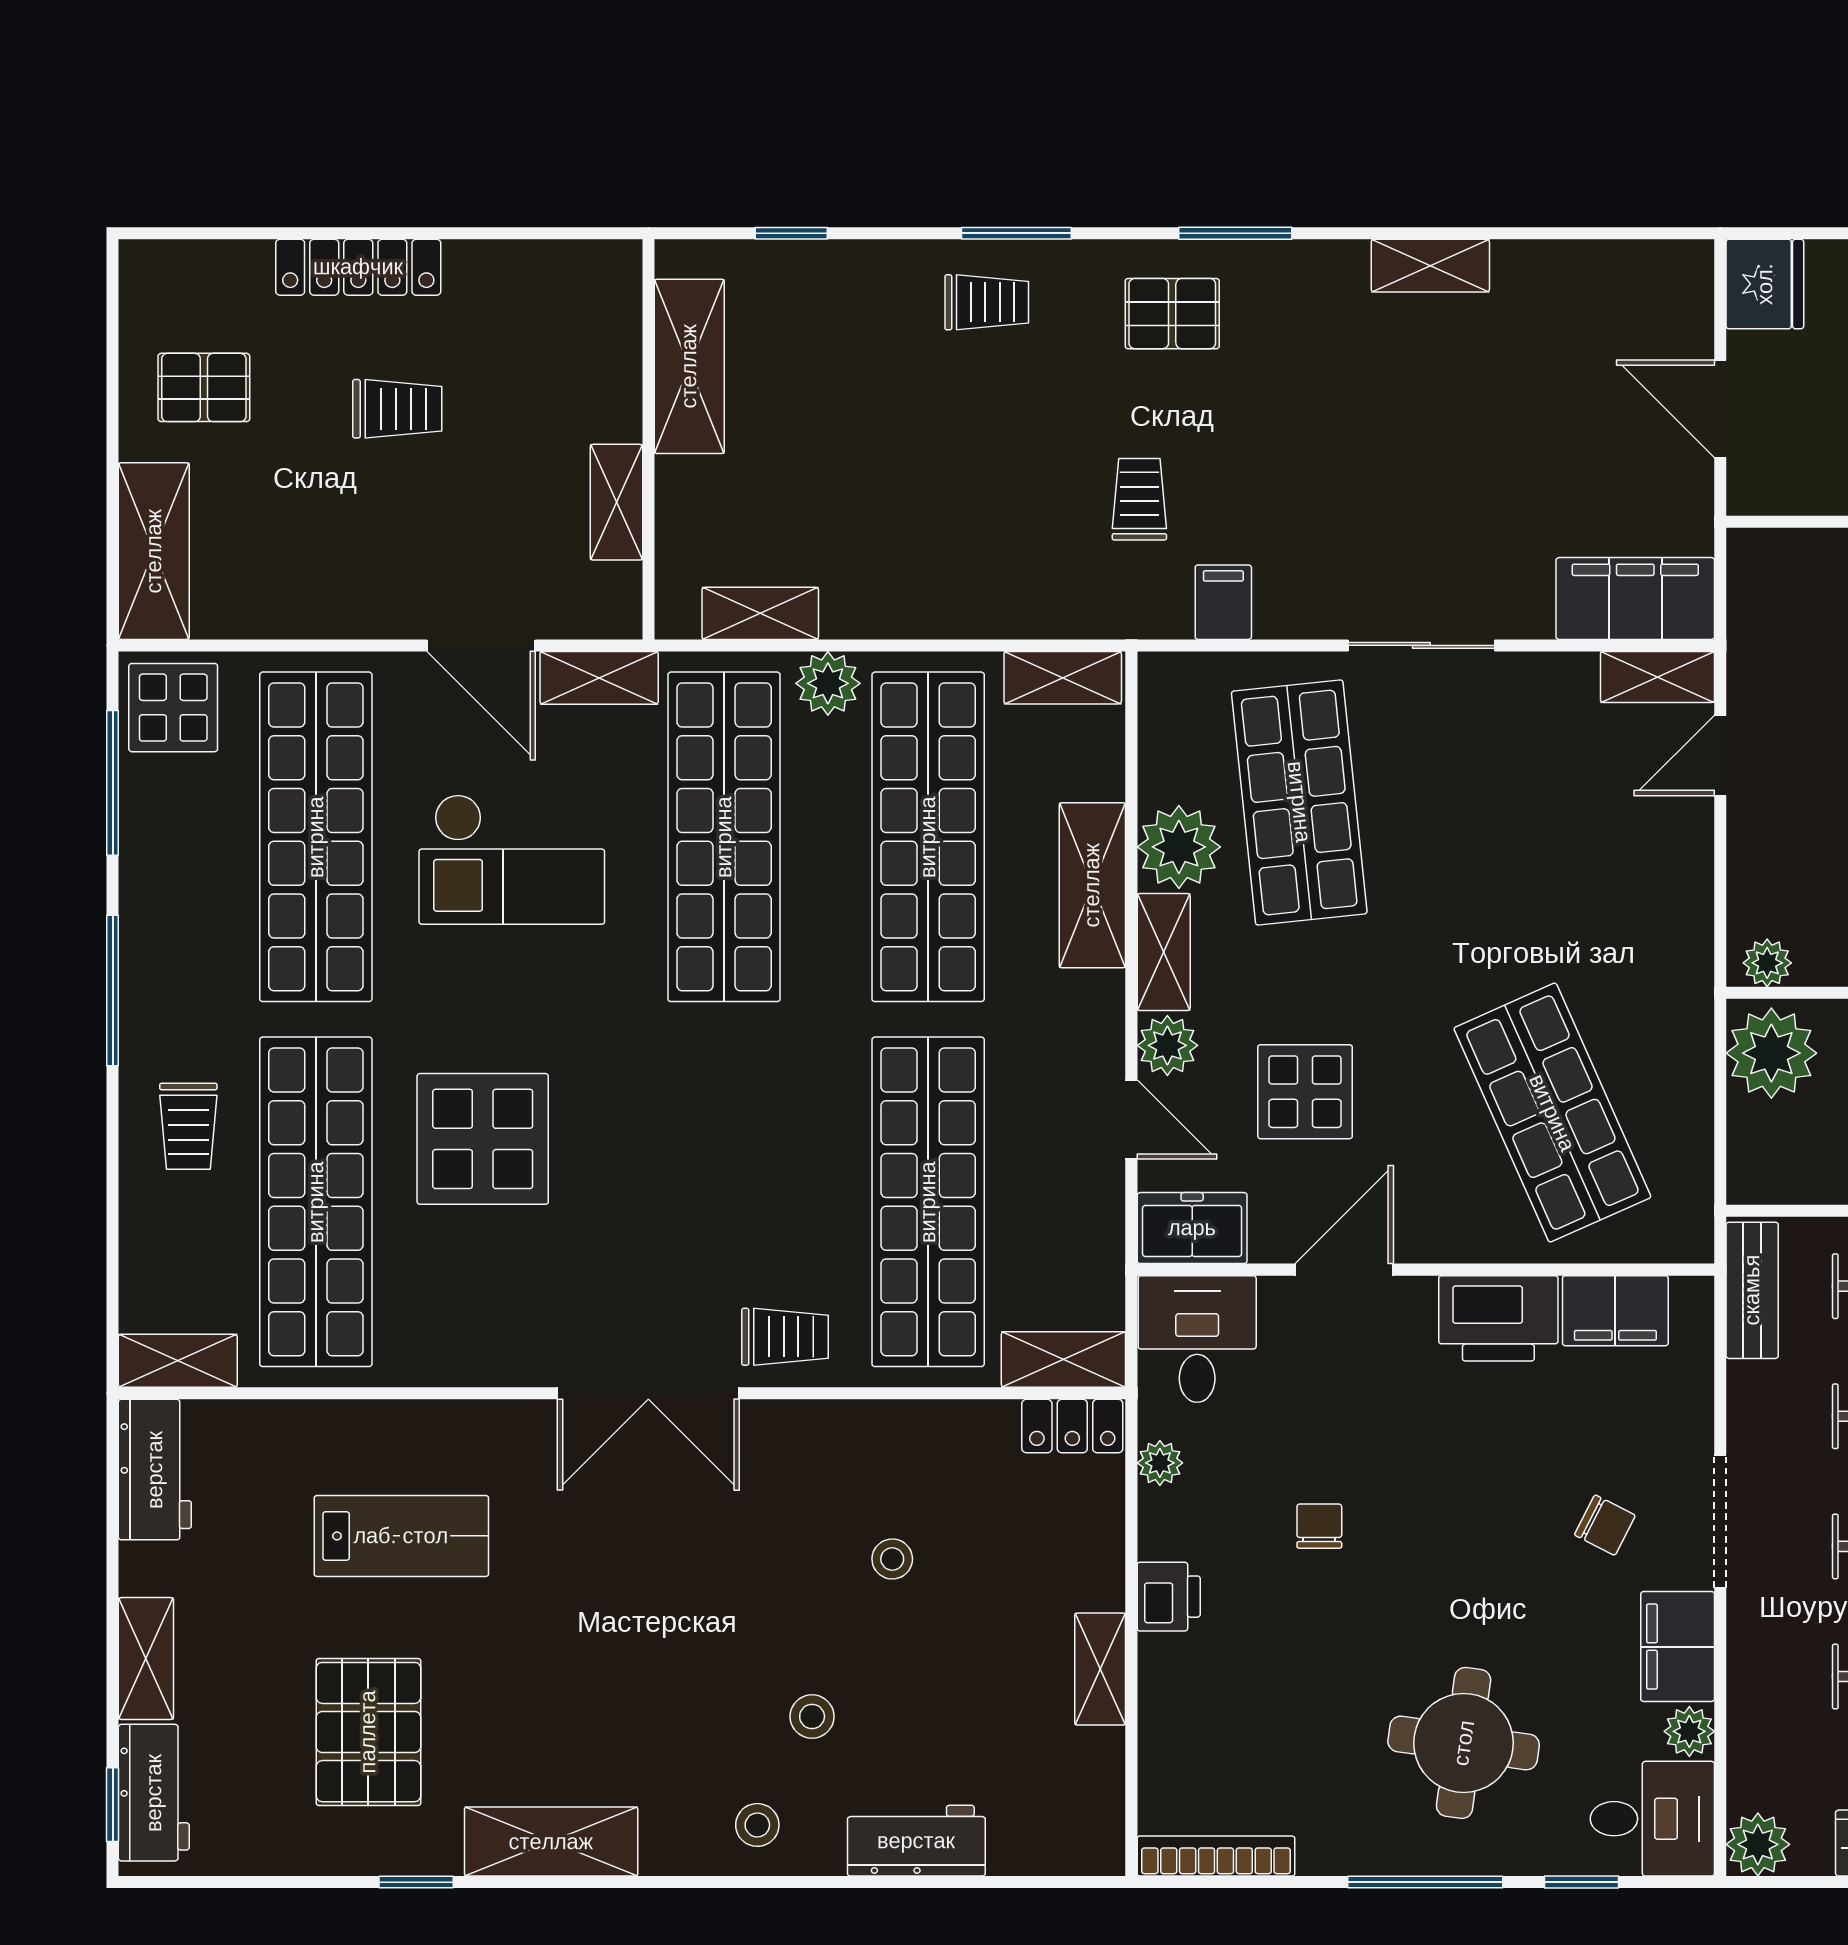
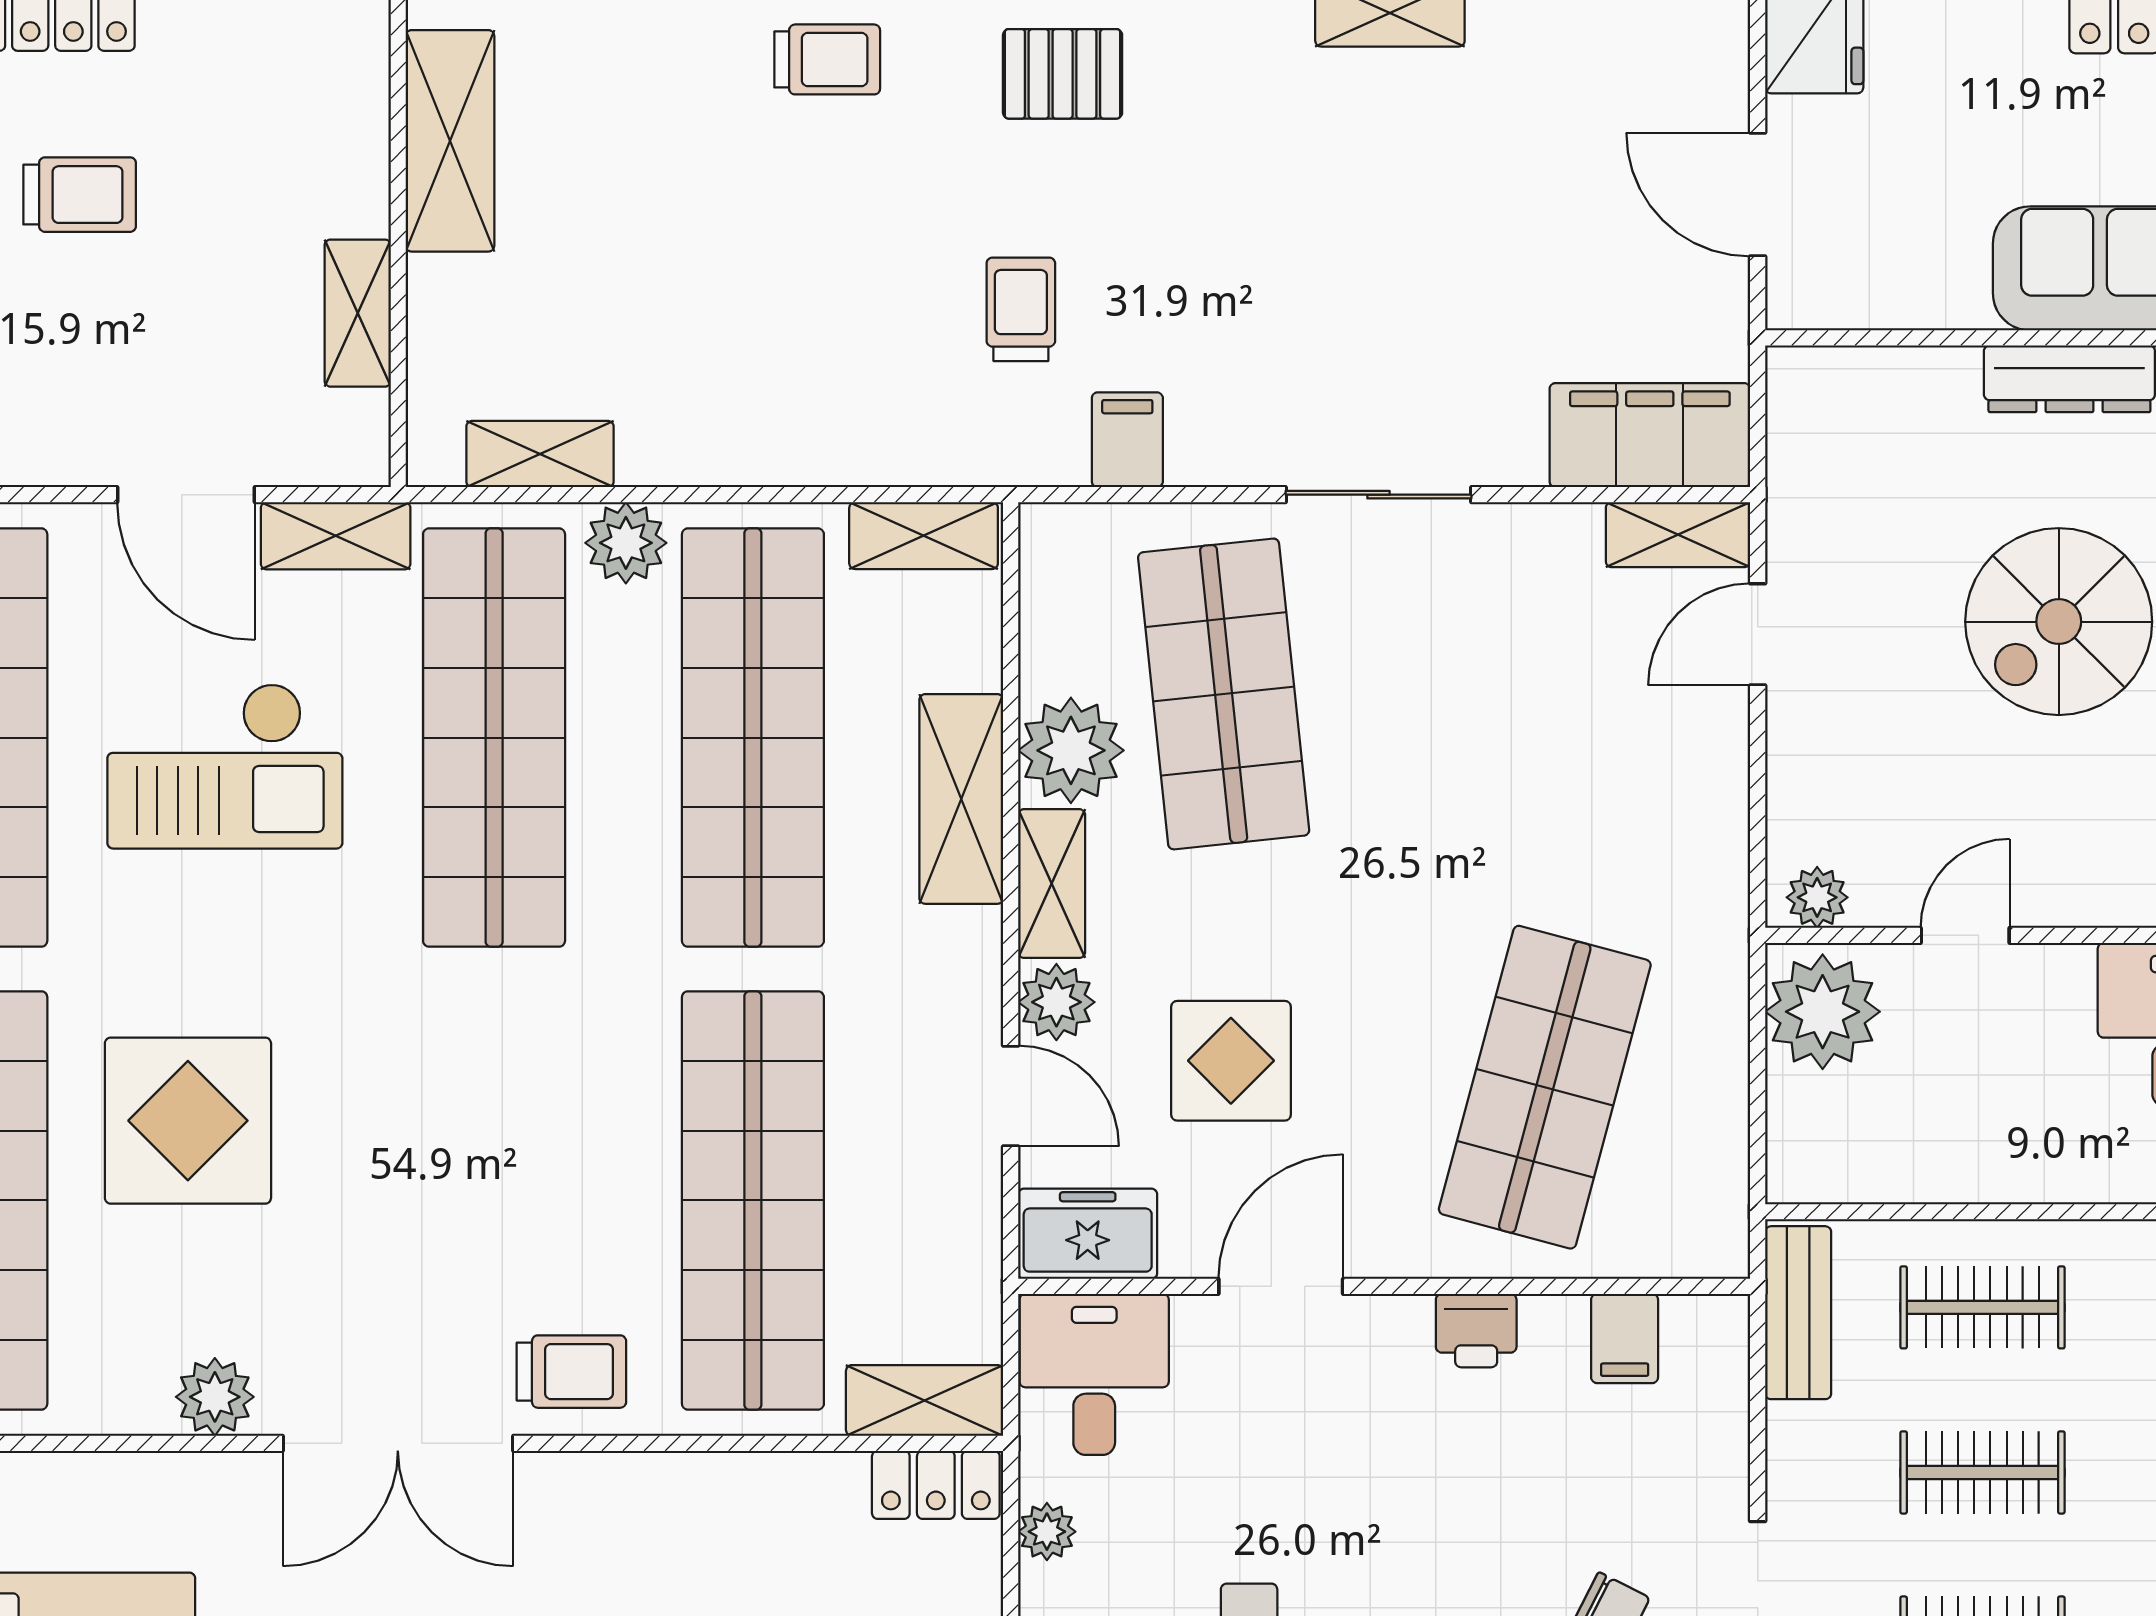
shop shelf: (1552, 1113) -> (1545, 1087), turned 39
filing cabinet: (1615, 1311) -> (1625, 1338), width x0.50
printer: (1498, 1318) -> (1476, 1331), width x0.53, depth x0.68
plant: (504, 1357) -> (215, 1397), added

